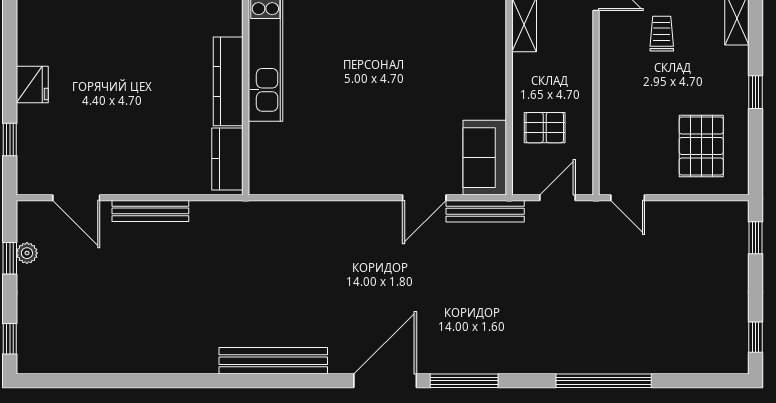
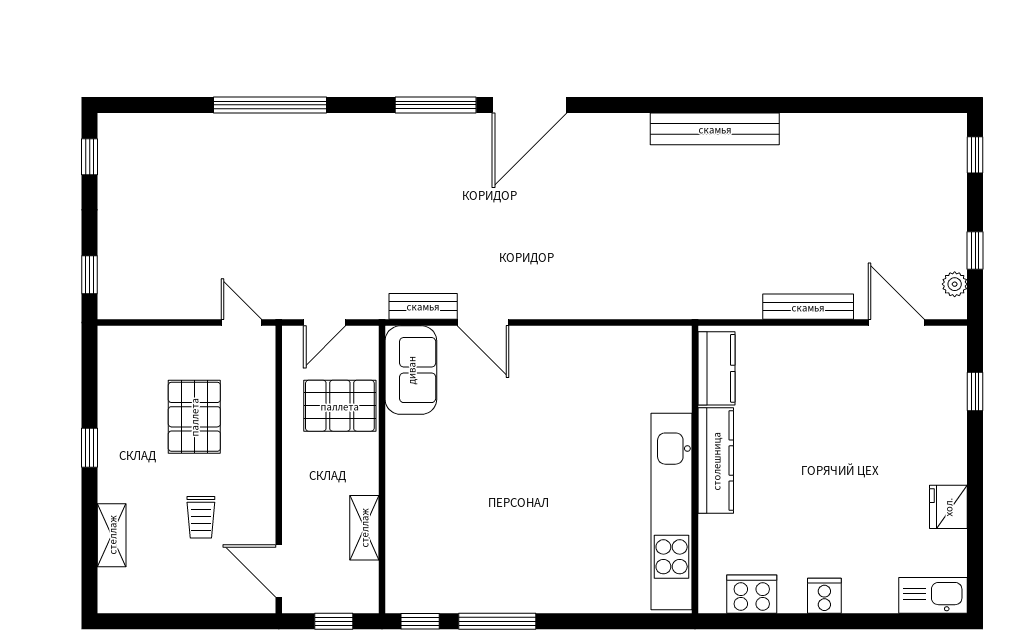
fridge: (32, 84) -> (948, 507), moved
pallet: (545, 128) -> (340, 406), width x1.50, depth x1.42
pallet: (701, 146) -> (194, 417), moved
door: (424, 198) -> (483, 322), swing flipped
bench: (485, 211) -> (423, 306), width x0.73
plant: (27, 253) -> (955, 284), moved
bench: (273, 361) -> (715, 129), moved

